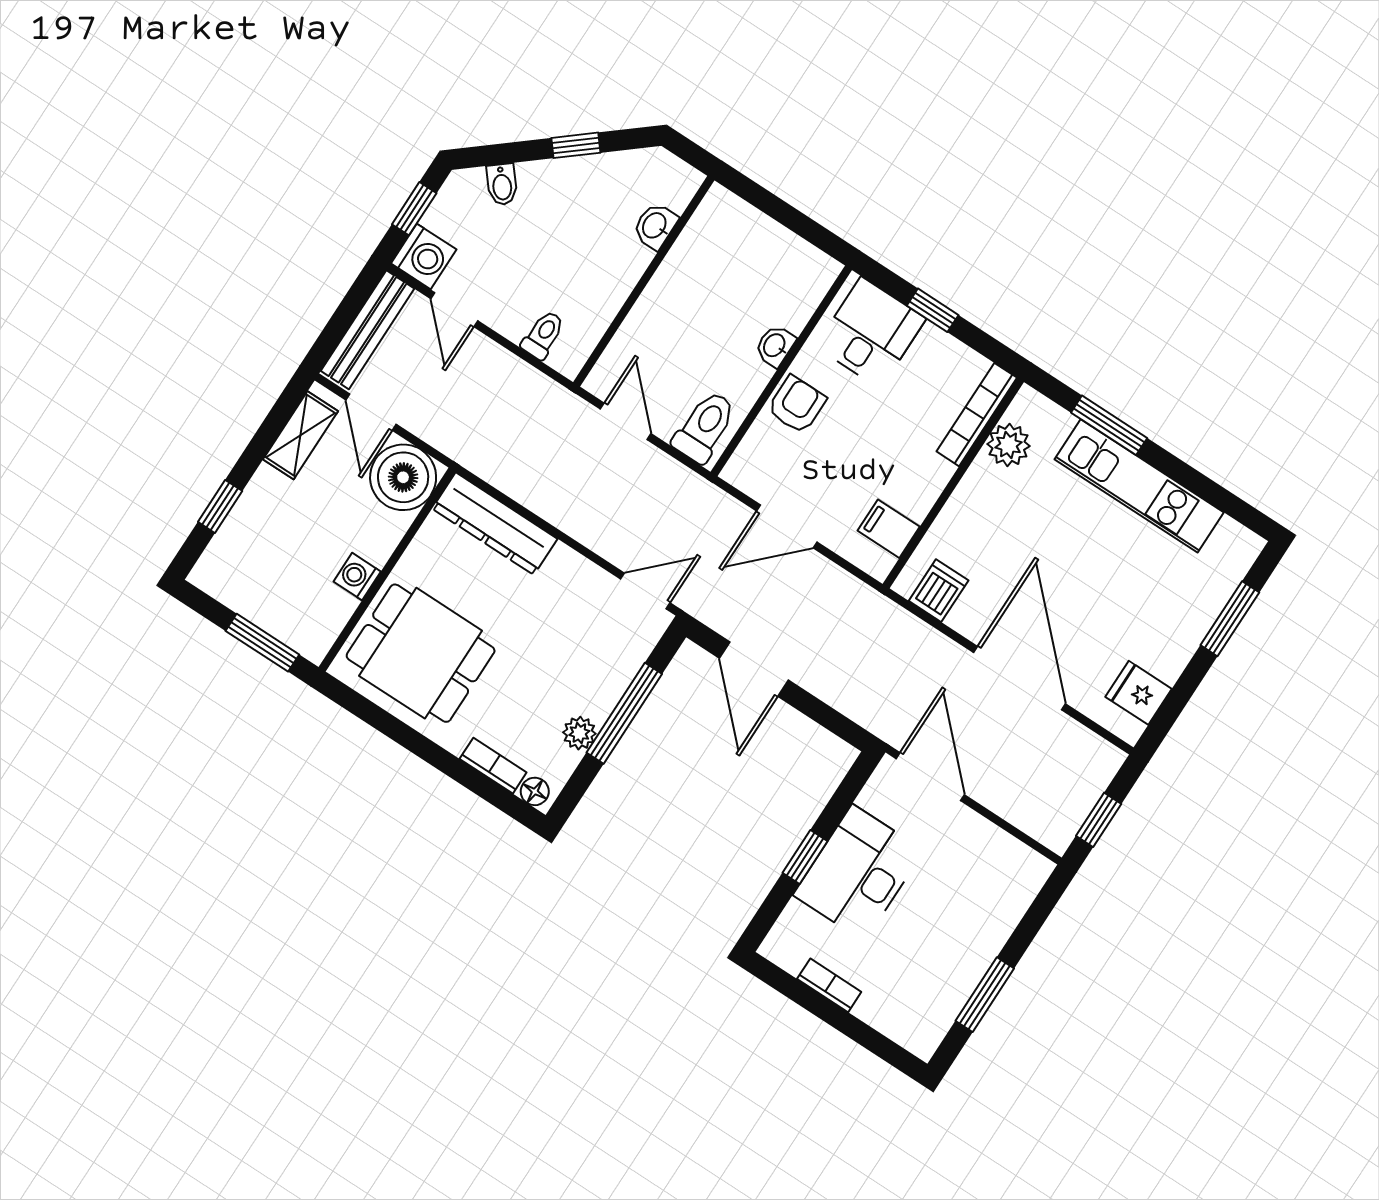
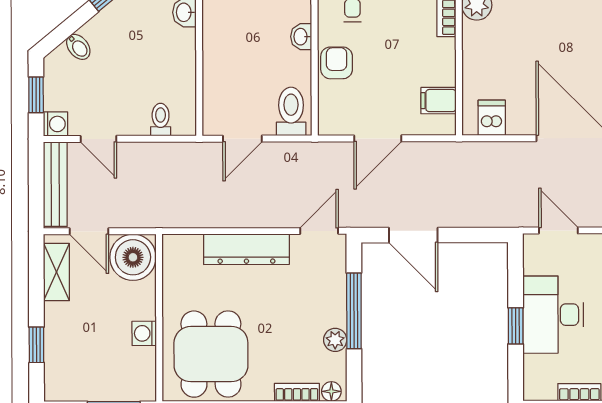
washing machine: (424, 256) -> (55, 124), width x0.73, depth x0.73
door: (626, 421) -> (242, 139), swing flipped
dresser: (495, 524) -> (246, 249), moved
dining table: (421, 653) -> (211, 354), turned 90
door: (930, 777) -> (558, 230), width x0.73

